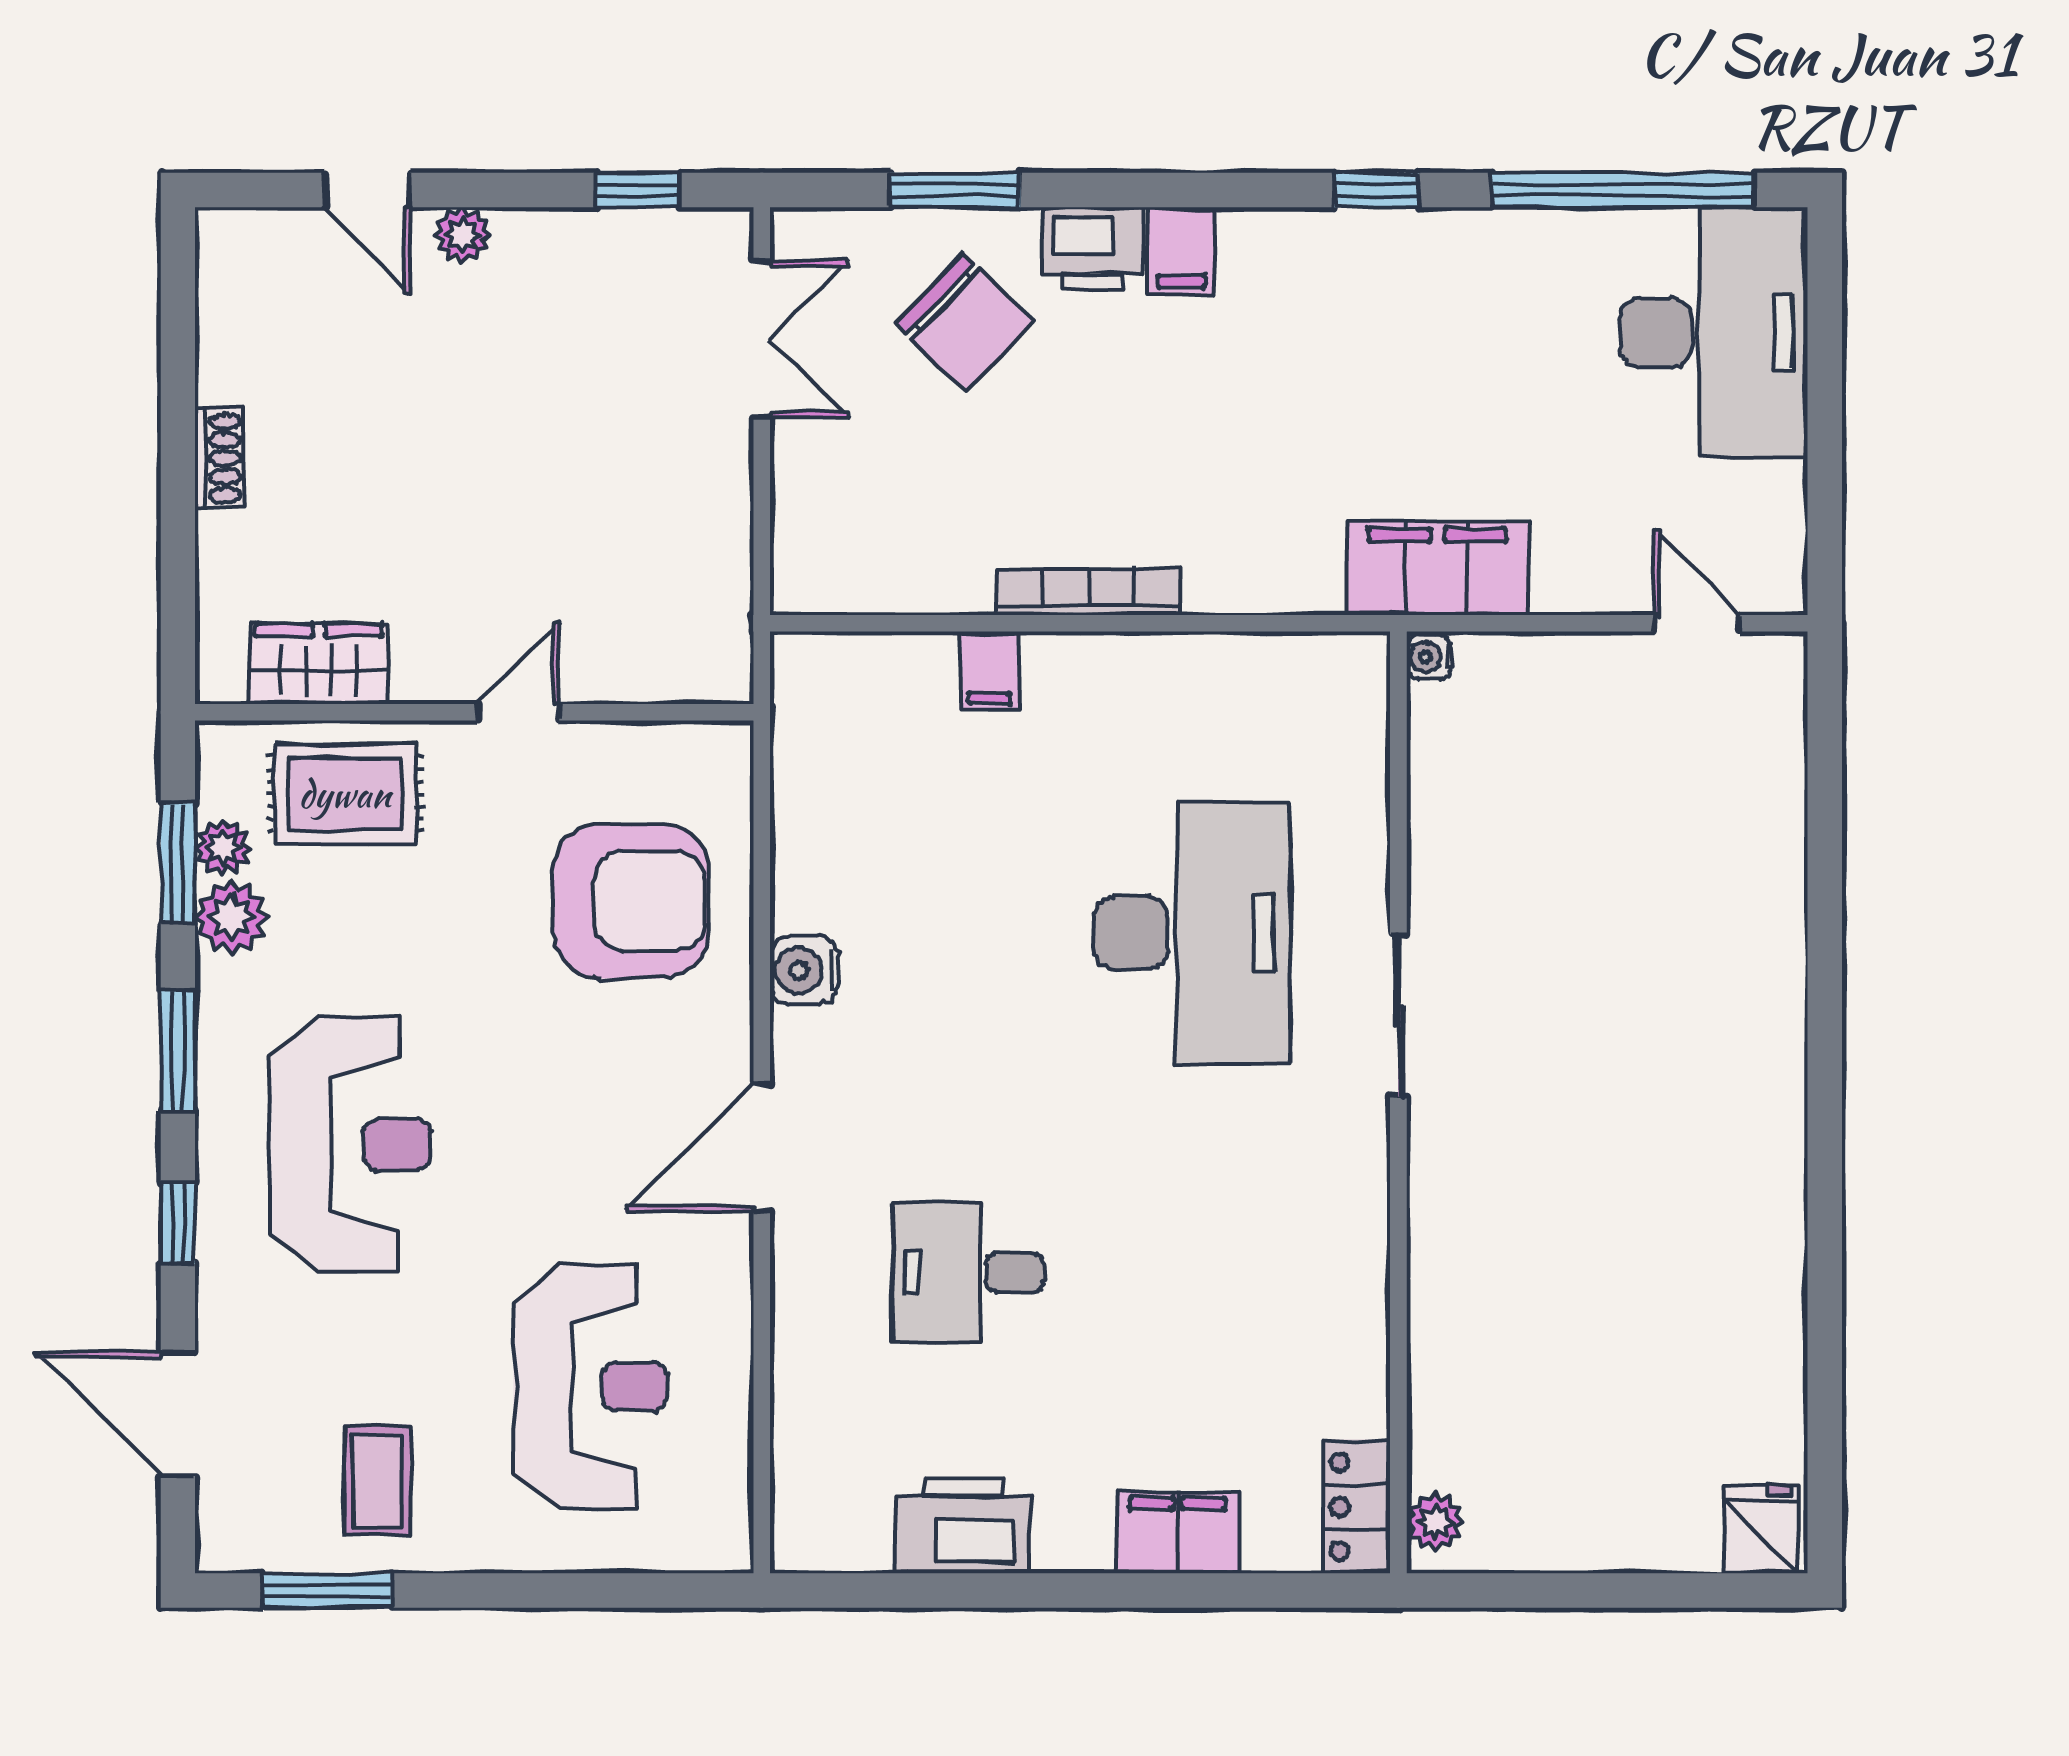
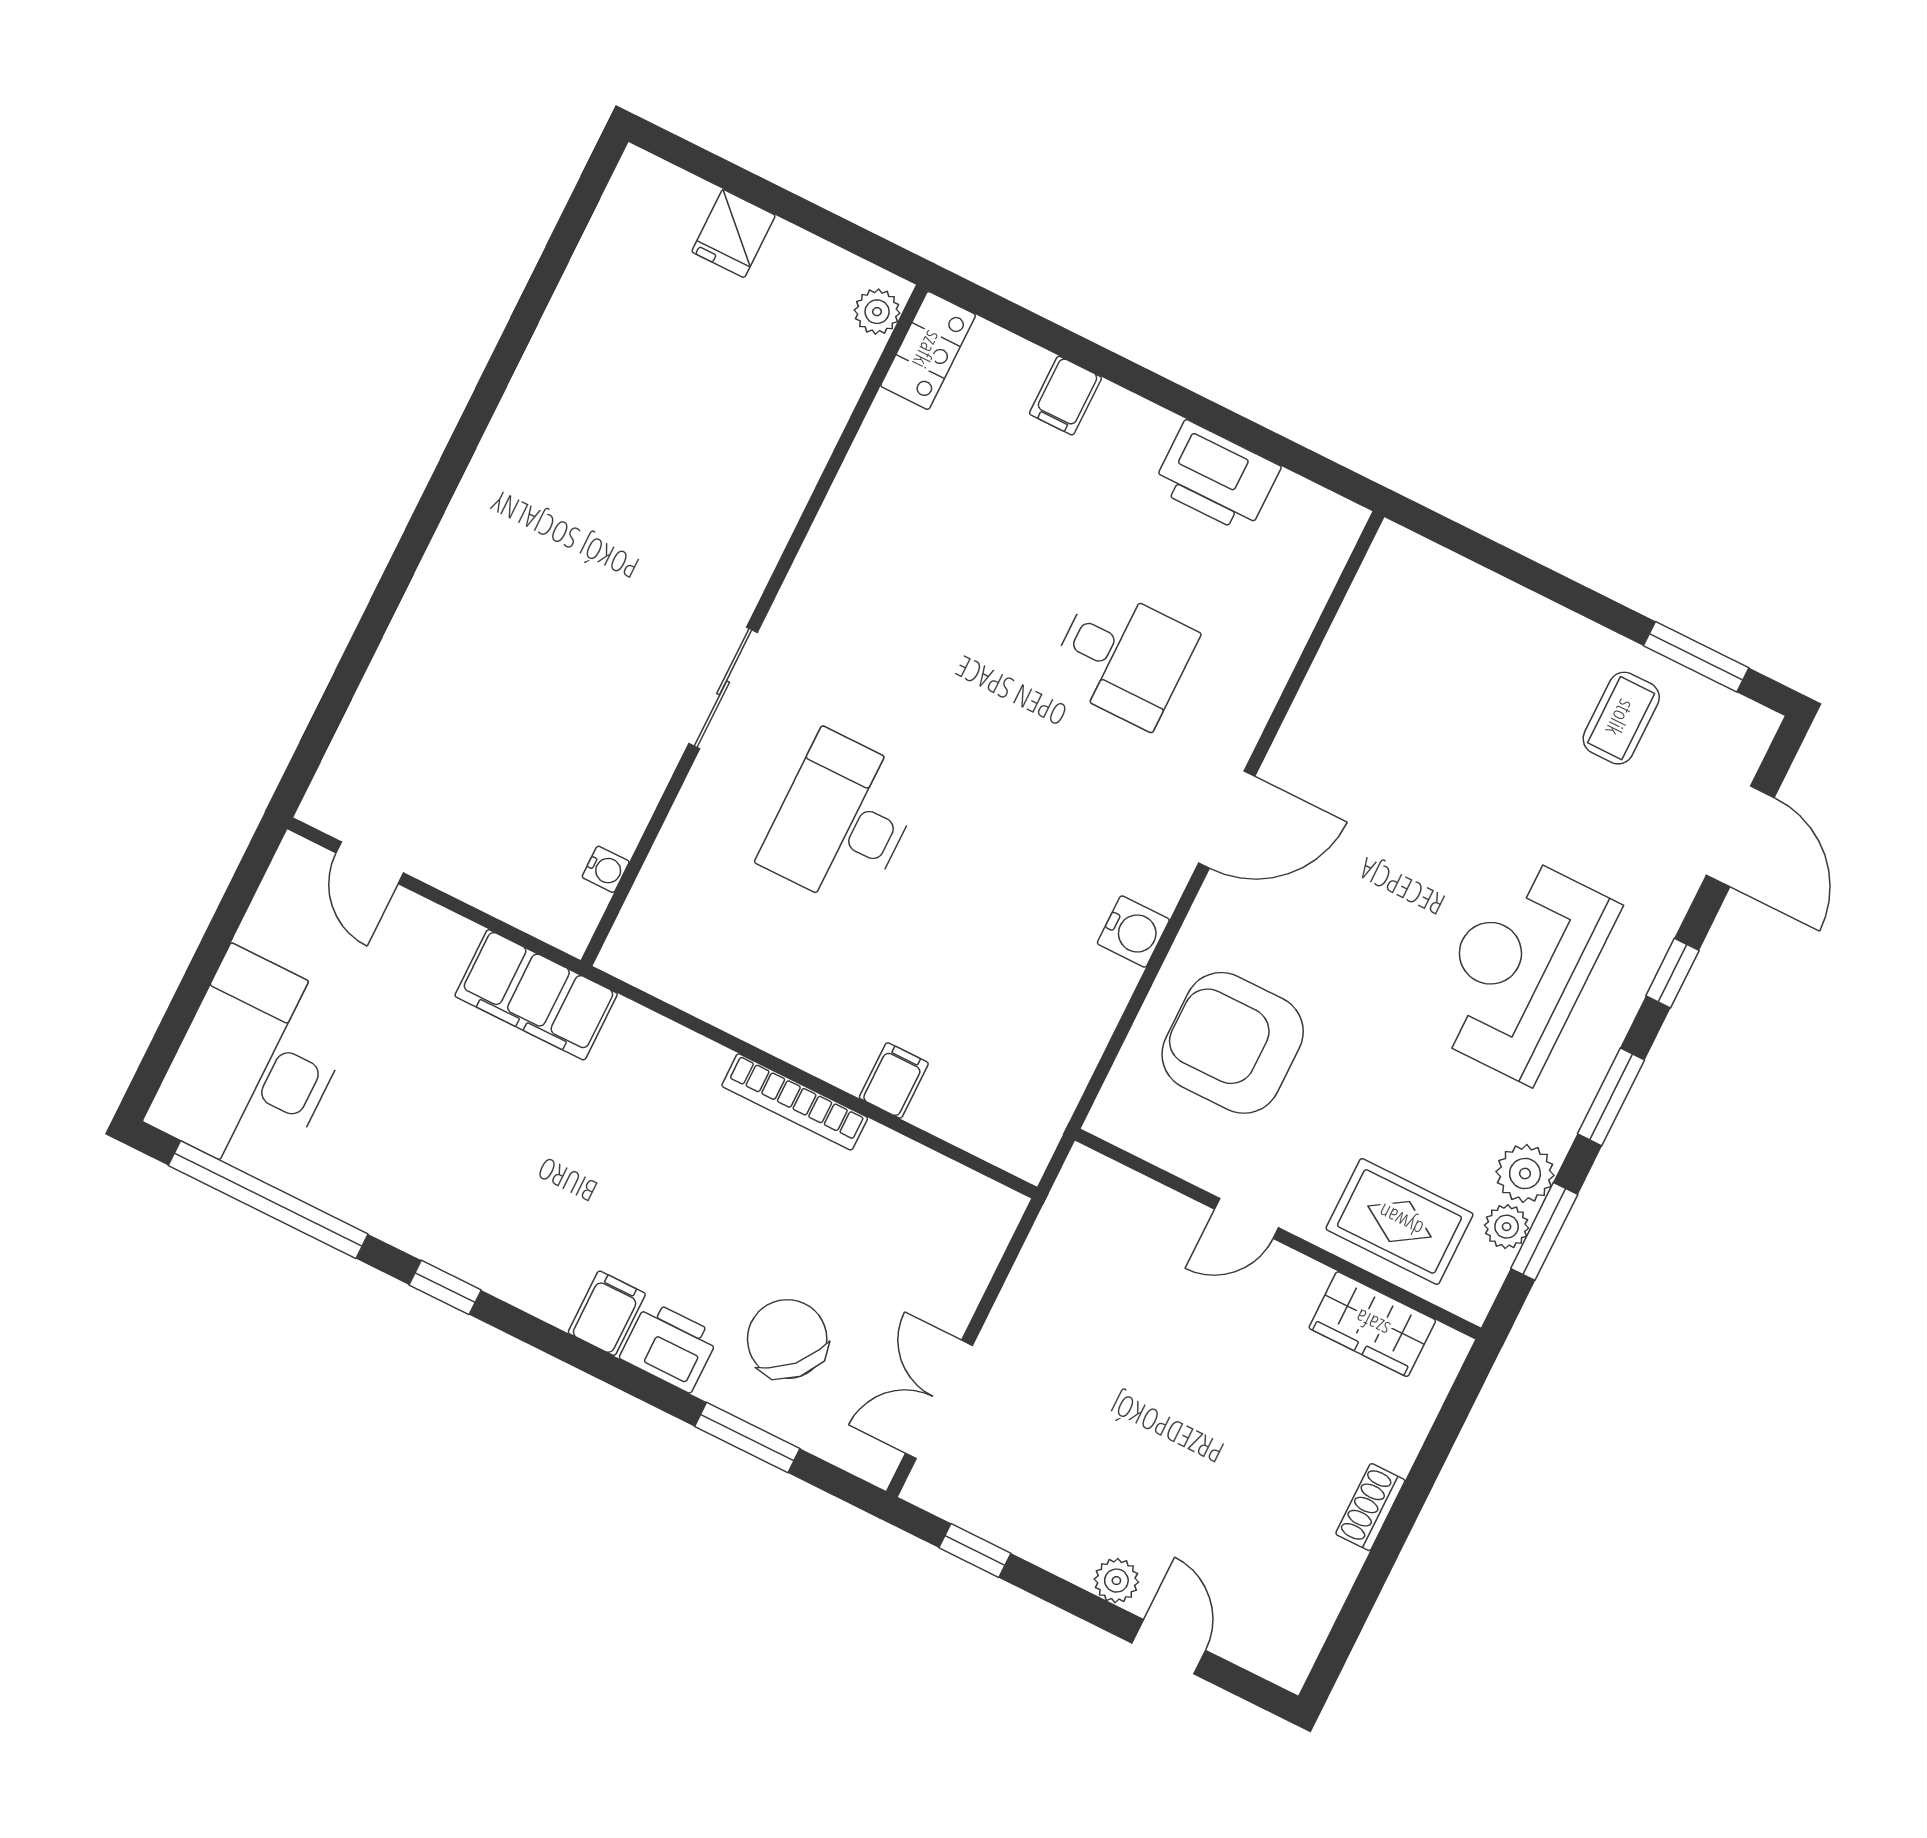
water cooler: (1429, 657) -> (606, 869), moved
desk: (1192, 933) -> (842, 821), width x0.73, depth x0.77
reception desk: (590, 1387) -> (1435, 709), removed
fridge: (1760, 1529) -> (734, 234), moved
filing cabinet: (1178, 1532) -> (1065, 396), width x0.50

